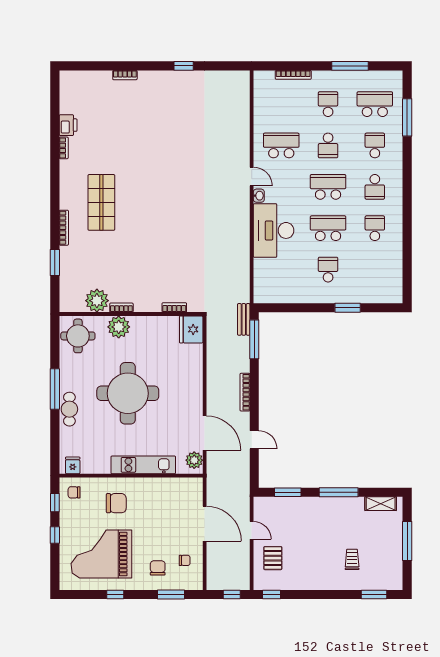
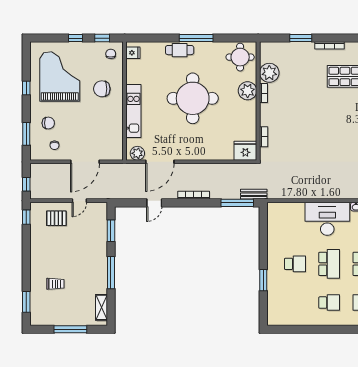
chair: (116, 503) -> (102, 89), turned 90

